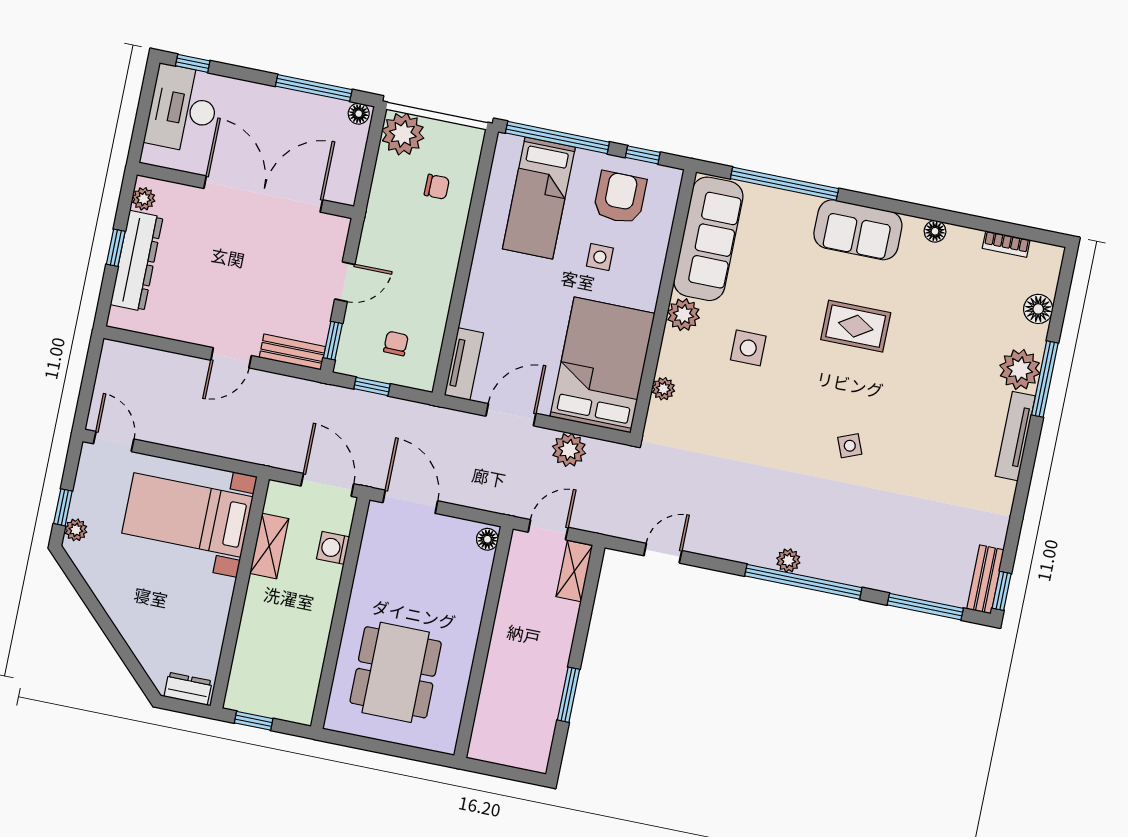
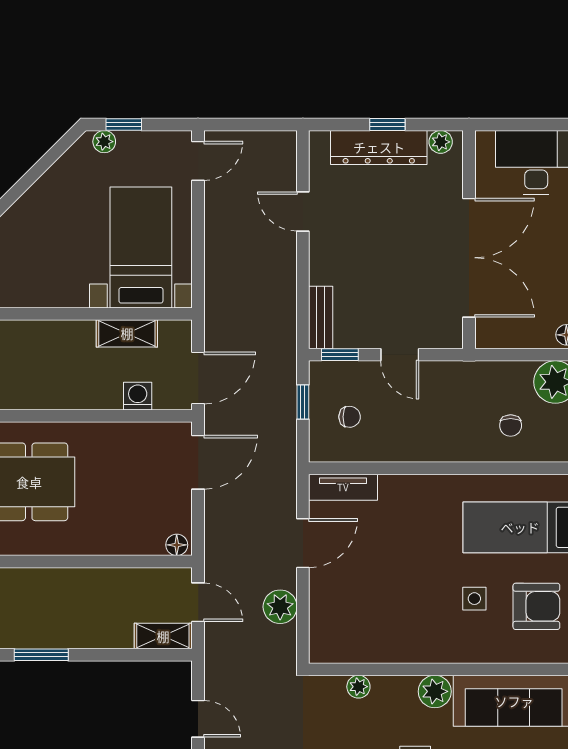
door: (231, 358) -> (303, 211), moved
bed: (602, 365) -> (370, 622), removed
door: (511, 415) -> (303, 543), hinge flipped

